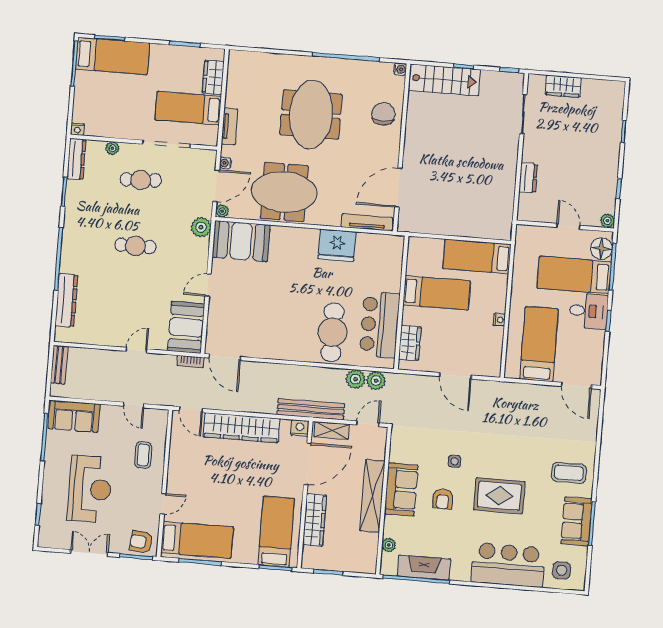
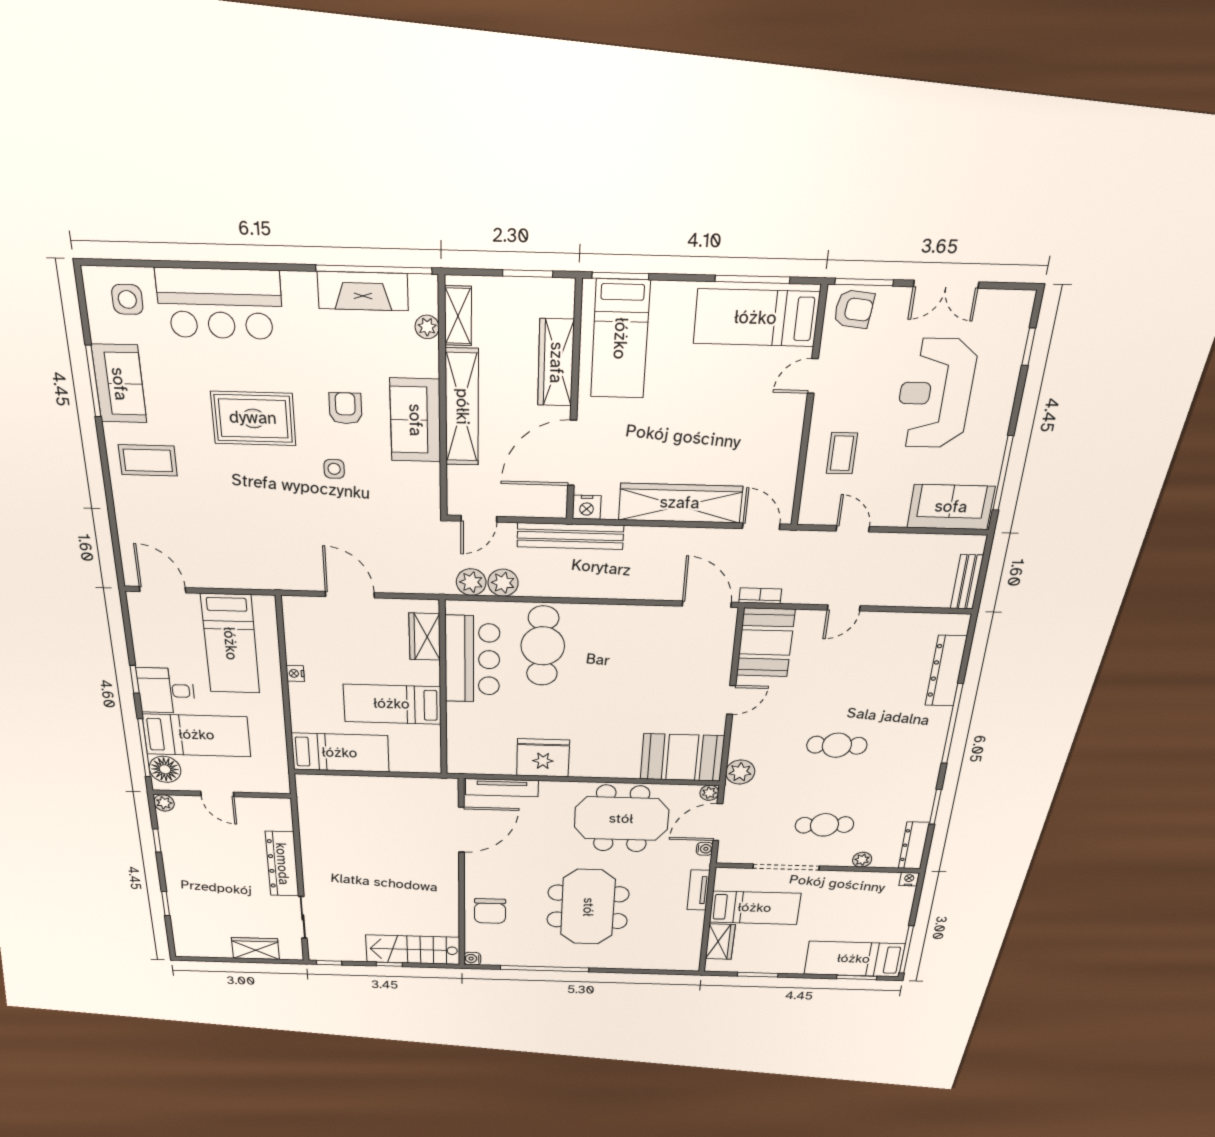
dresser: (528, 178) -> (282, 864), width x1.96, depth x1.24
shelving: (332, 430) -> (458, 316), moved, turned 90

